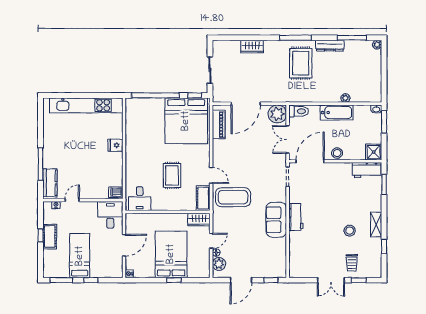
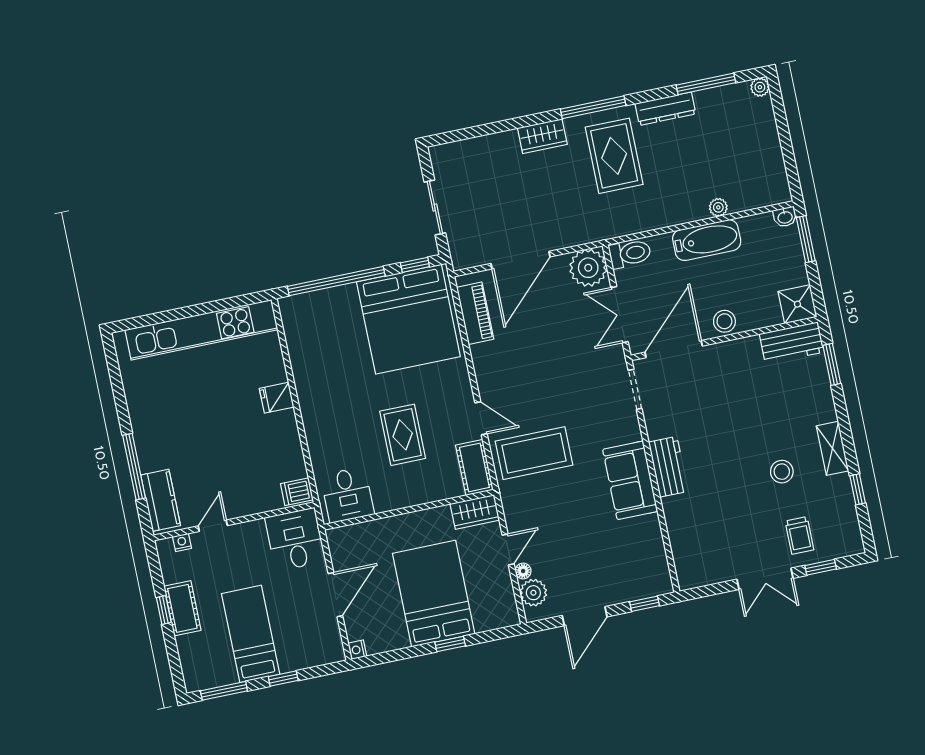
wardrobe: (252, 47) -> (542, 136), moved

